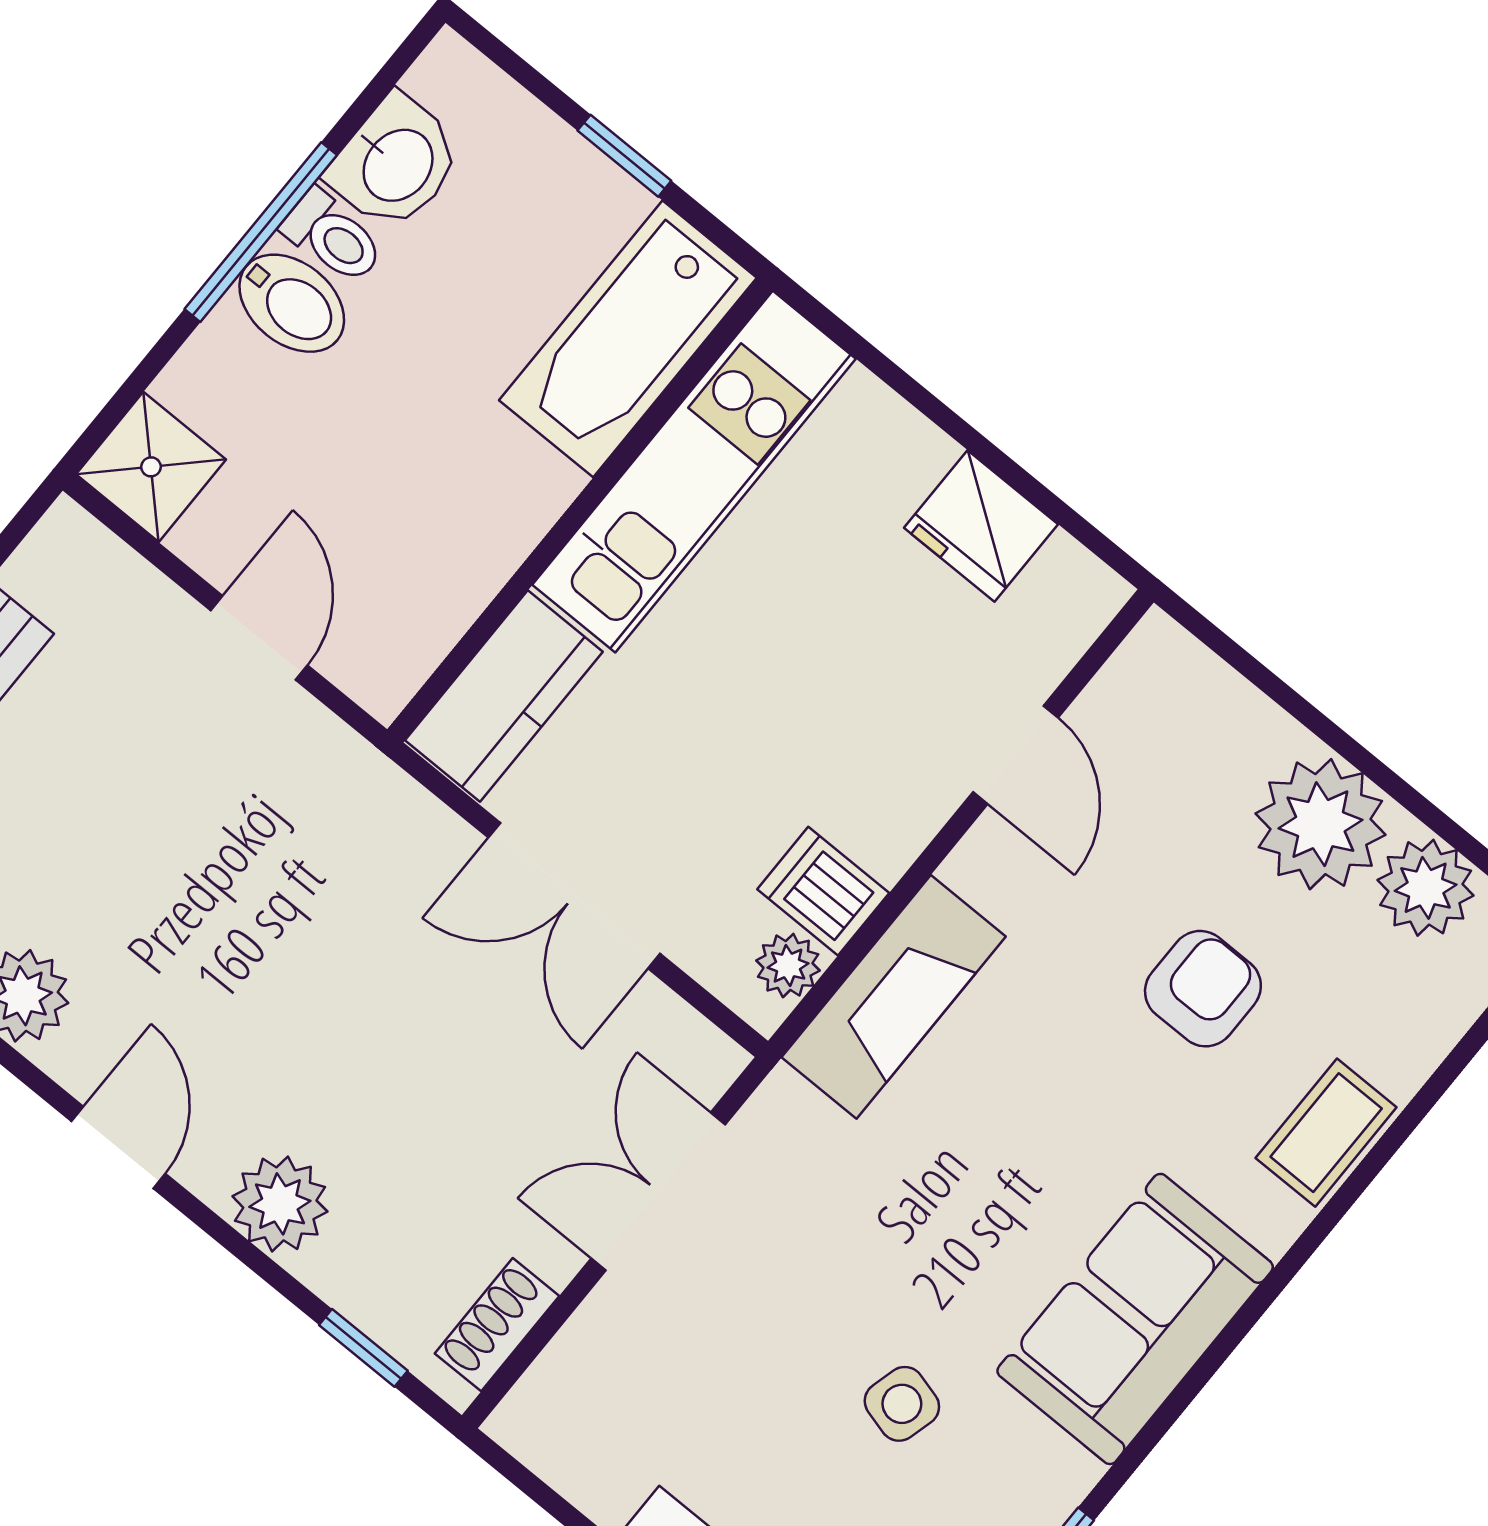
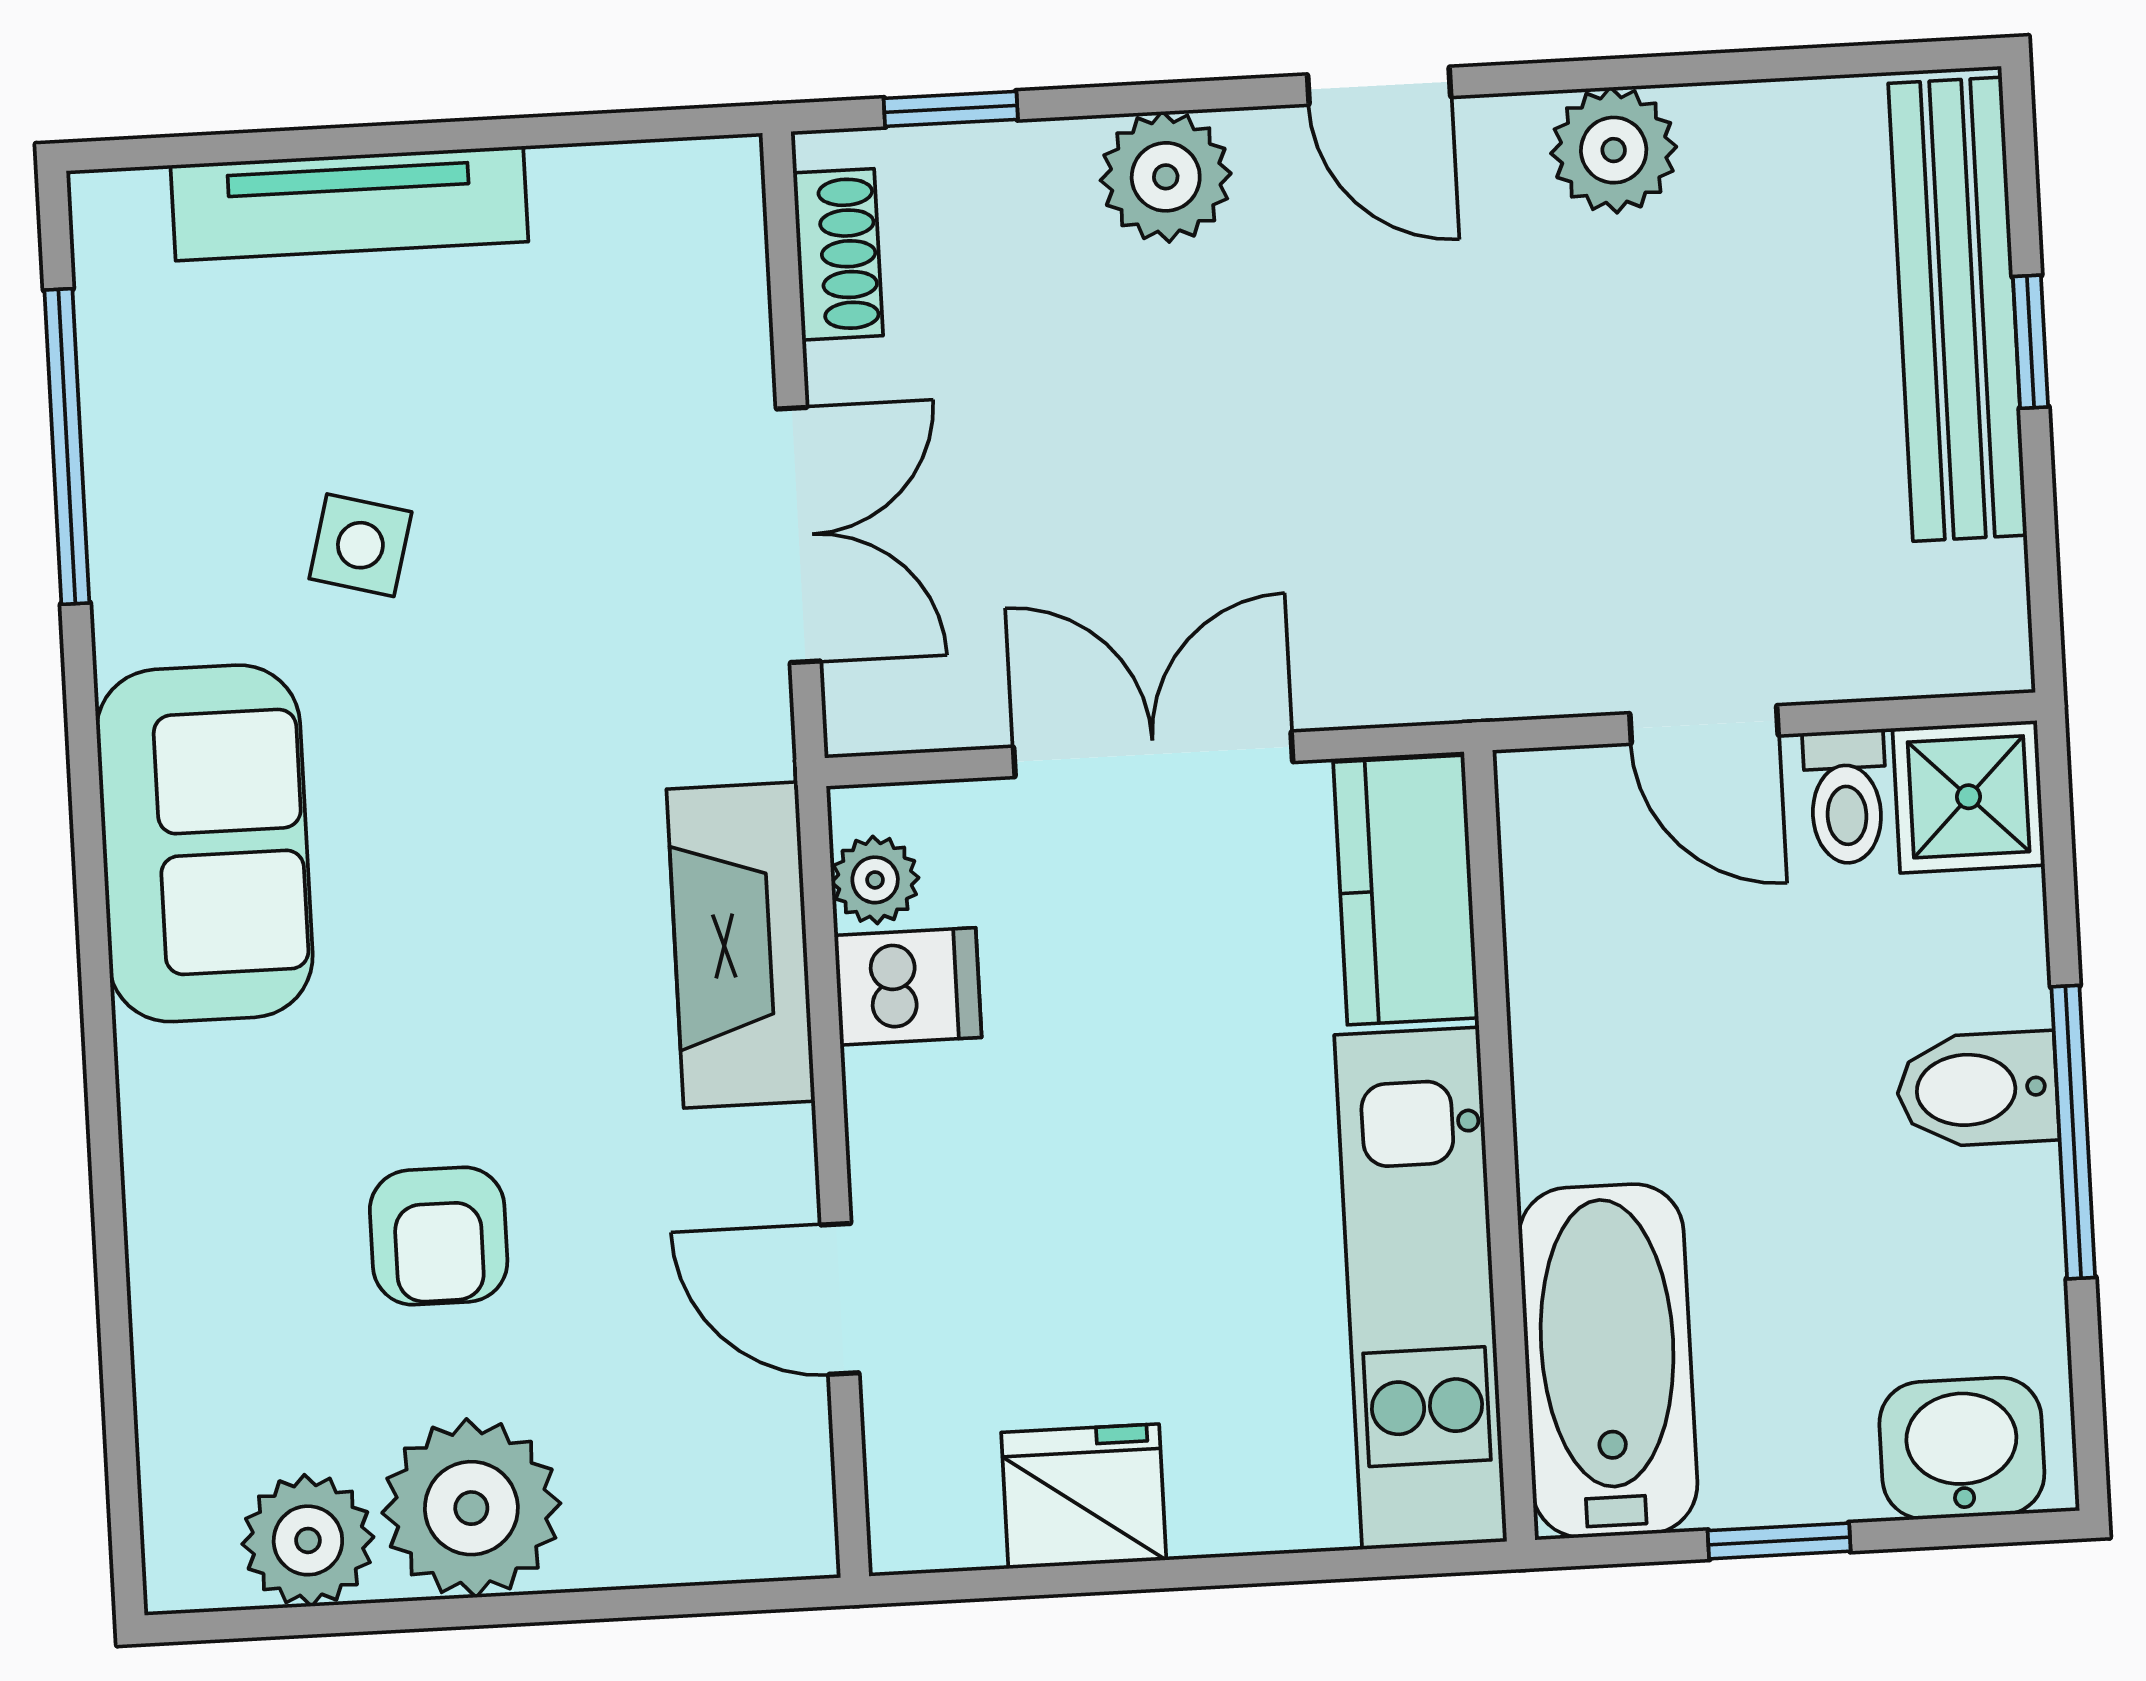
washbasin: (396, 163) -> (1962, 1448), moved, turned 90
toilet: (333, 237) -> (1846, 797), moved, turned -90
coffee table: (1326, 1133) -> (184, 1204), removed

